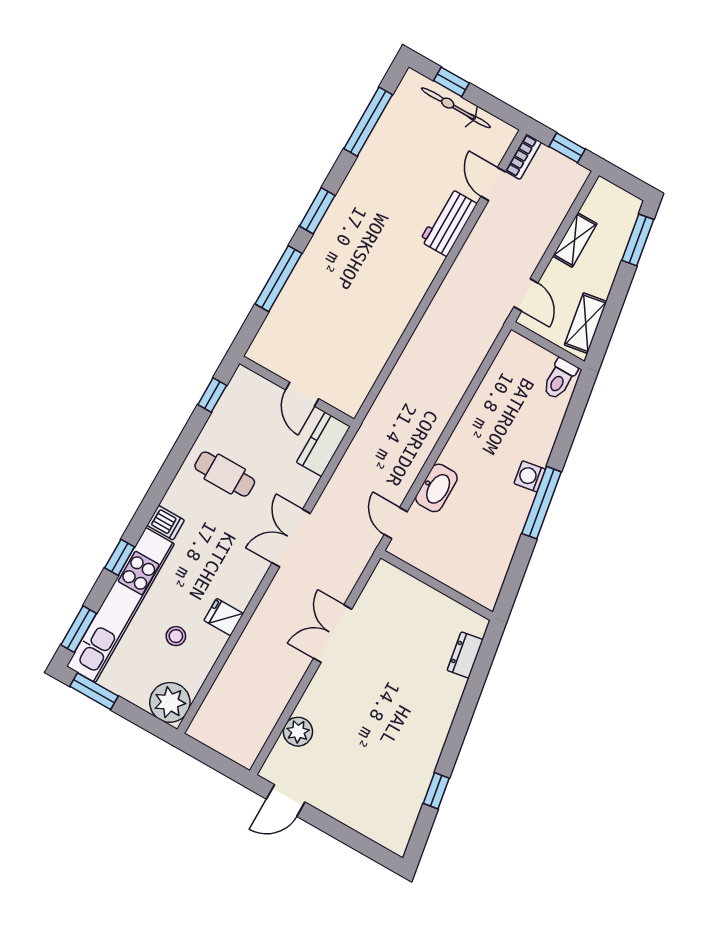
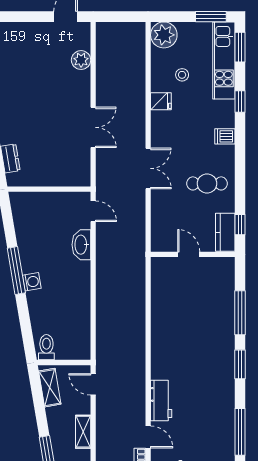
kitchen counter: (323, 444) -> (225, 232), moved, turned 180
kitchen unit: (120, 605) -> (224, 60), width x0.73

